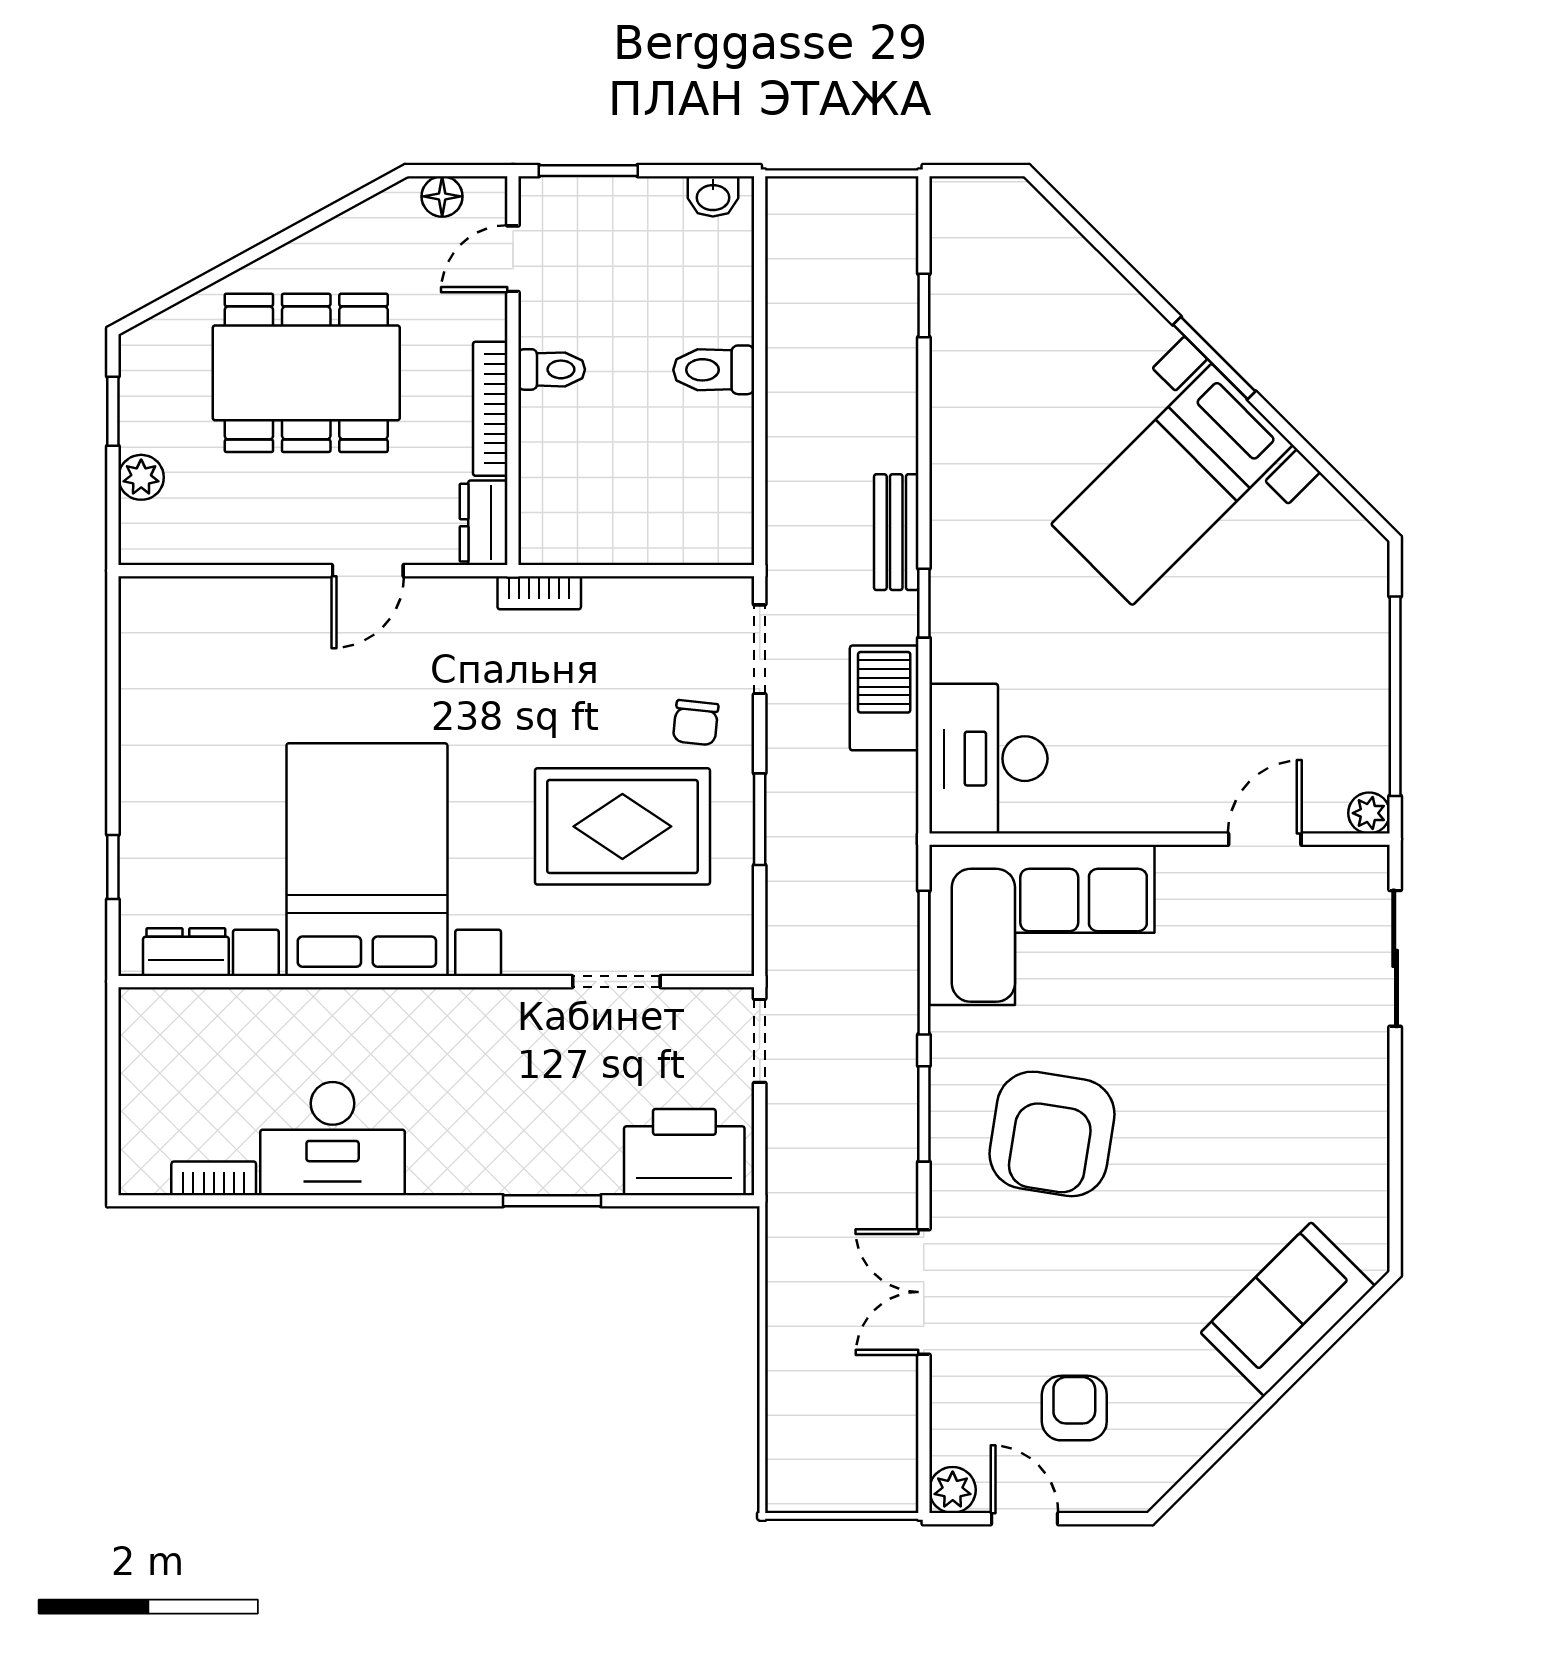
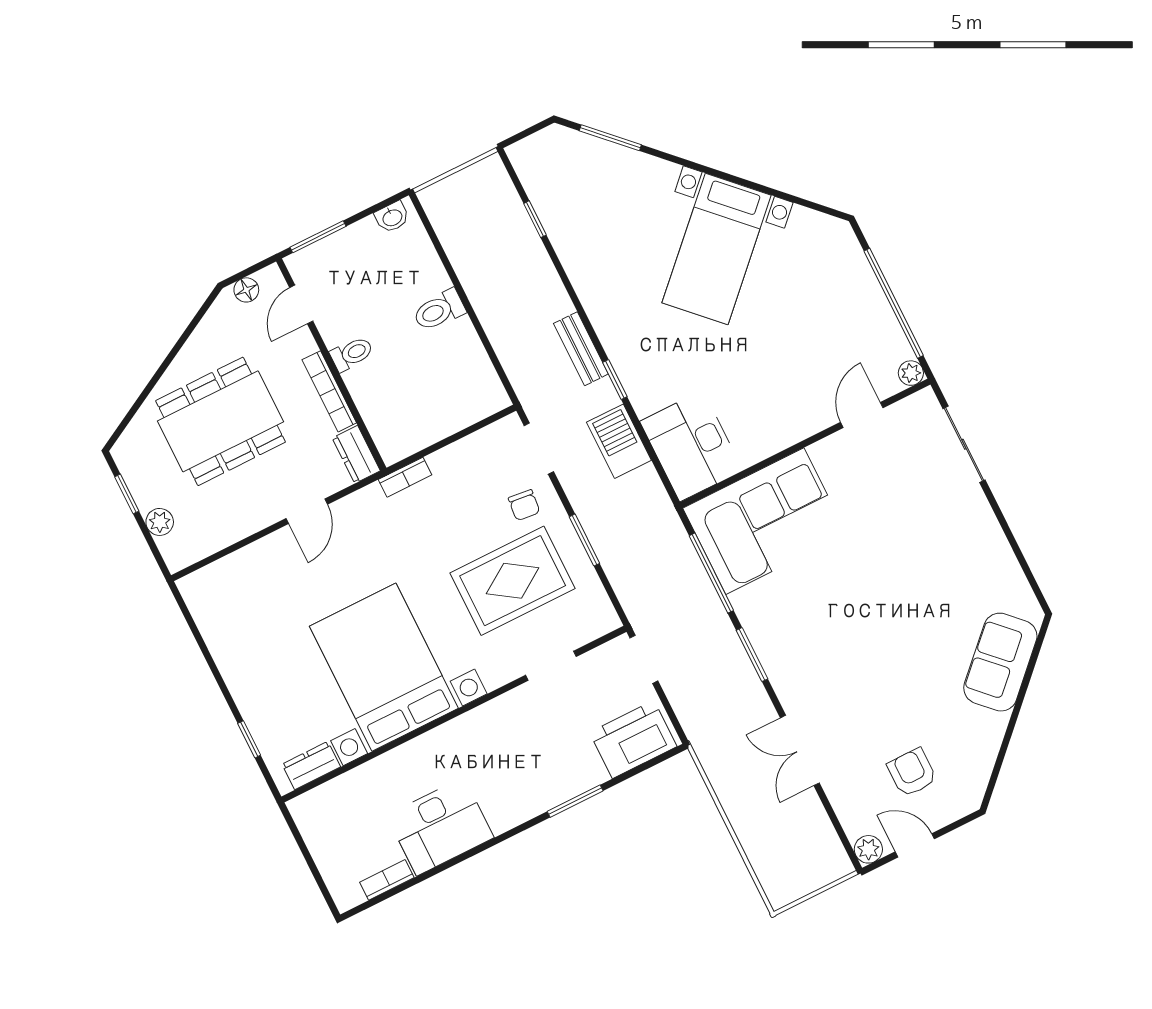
window: (1214, 358) -> (610, 138), moved
armchair: (1052, 1134) -> (826, 631), removed

